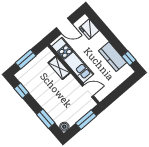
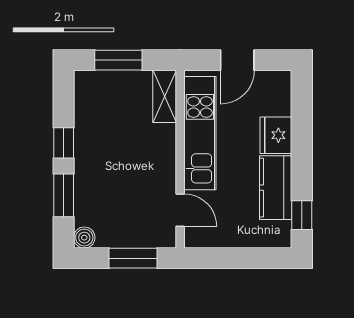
door: (64, 26) -> (237, 60), hinge flipped
fridge: (89, 29) -> (276, 135), moved
shelving: (59, 68) -> (165, 96), moved
window: (21, 91) -> (64, 143), moved

